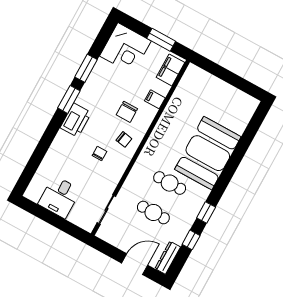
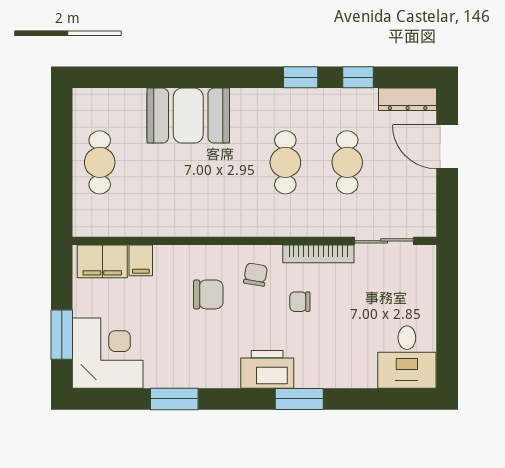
window: (161, 40) -> (62, 335), moved
cafe table: (218, 95) -> (100, 162), added
window: (69, 99) -> (299, 399), moved
filing cabinet: (155, 99) -> (141, 260), moved
booth: (208, 153) -> (188, 116), width x0.73, depth x0.70
bookcase: (117, 175) -> (318, 254), added
desk: (59, 197) -> (407, 357), moved, turned 90

